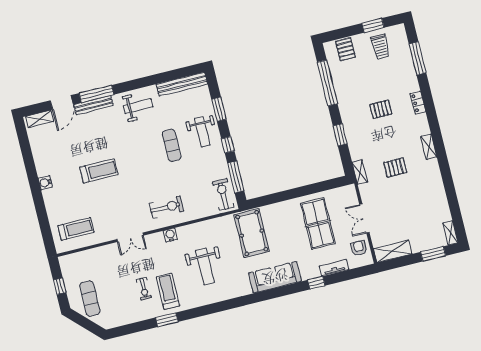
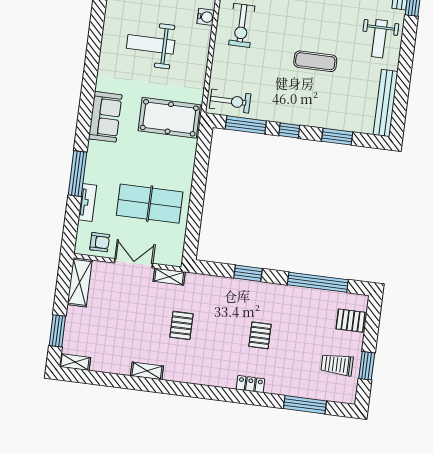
weight bench: (202, 132) -> (317, 105), removed
shelving: (429, 147) -> (147, 371), moved
shelving: (360, 172) -> (169, 277), moved
sofa: (275, 277) -> (105, 117), width x0.73
window: (316, 283) -> (77, 174), width x2.17

